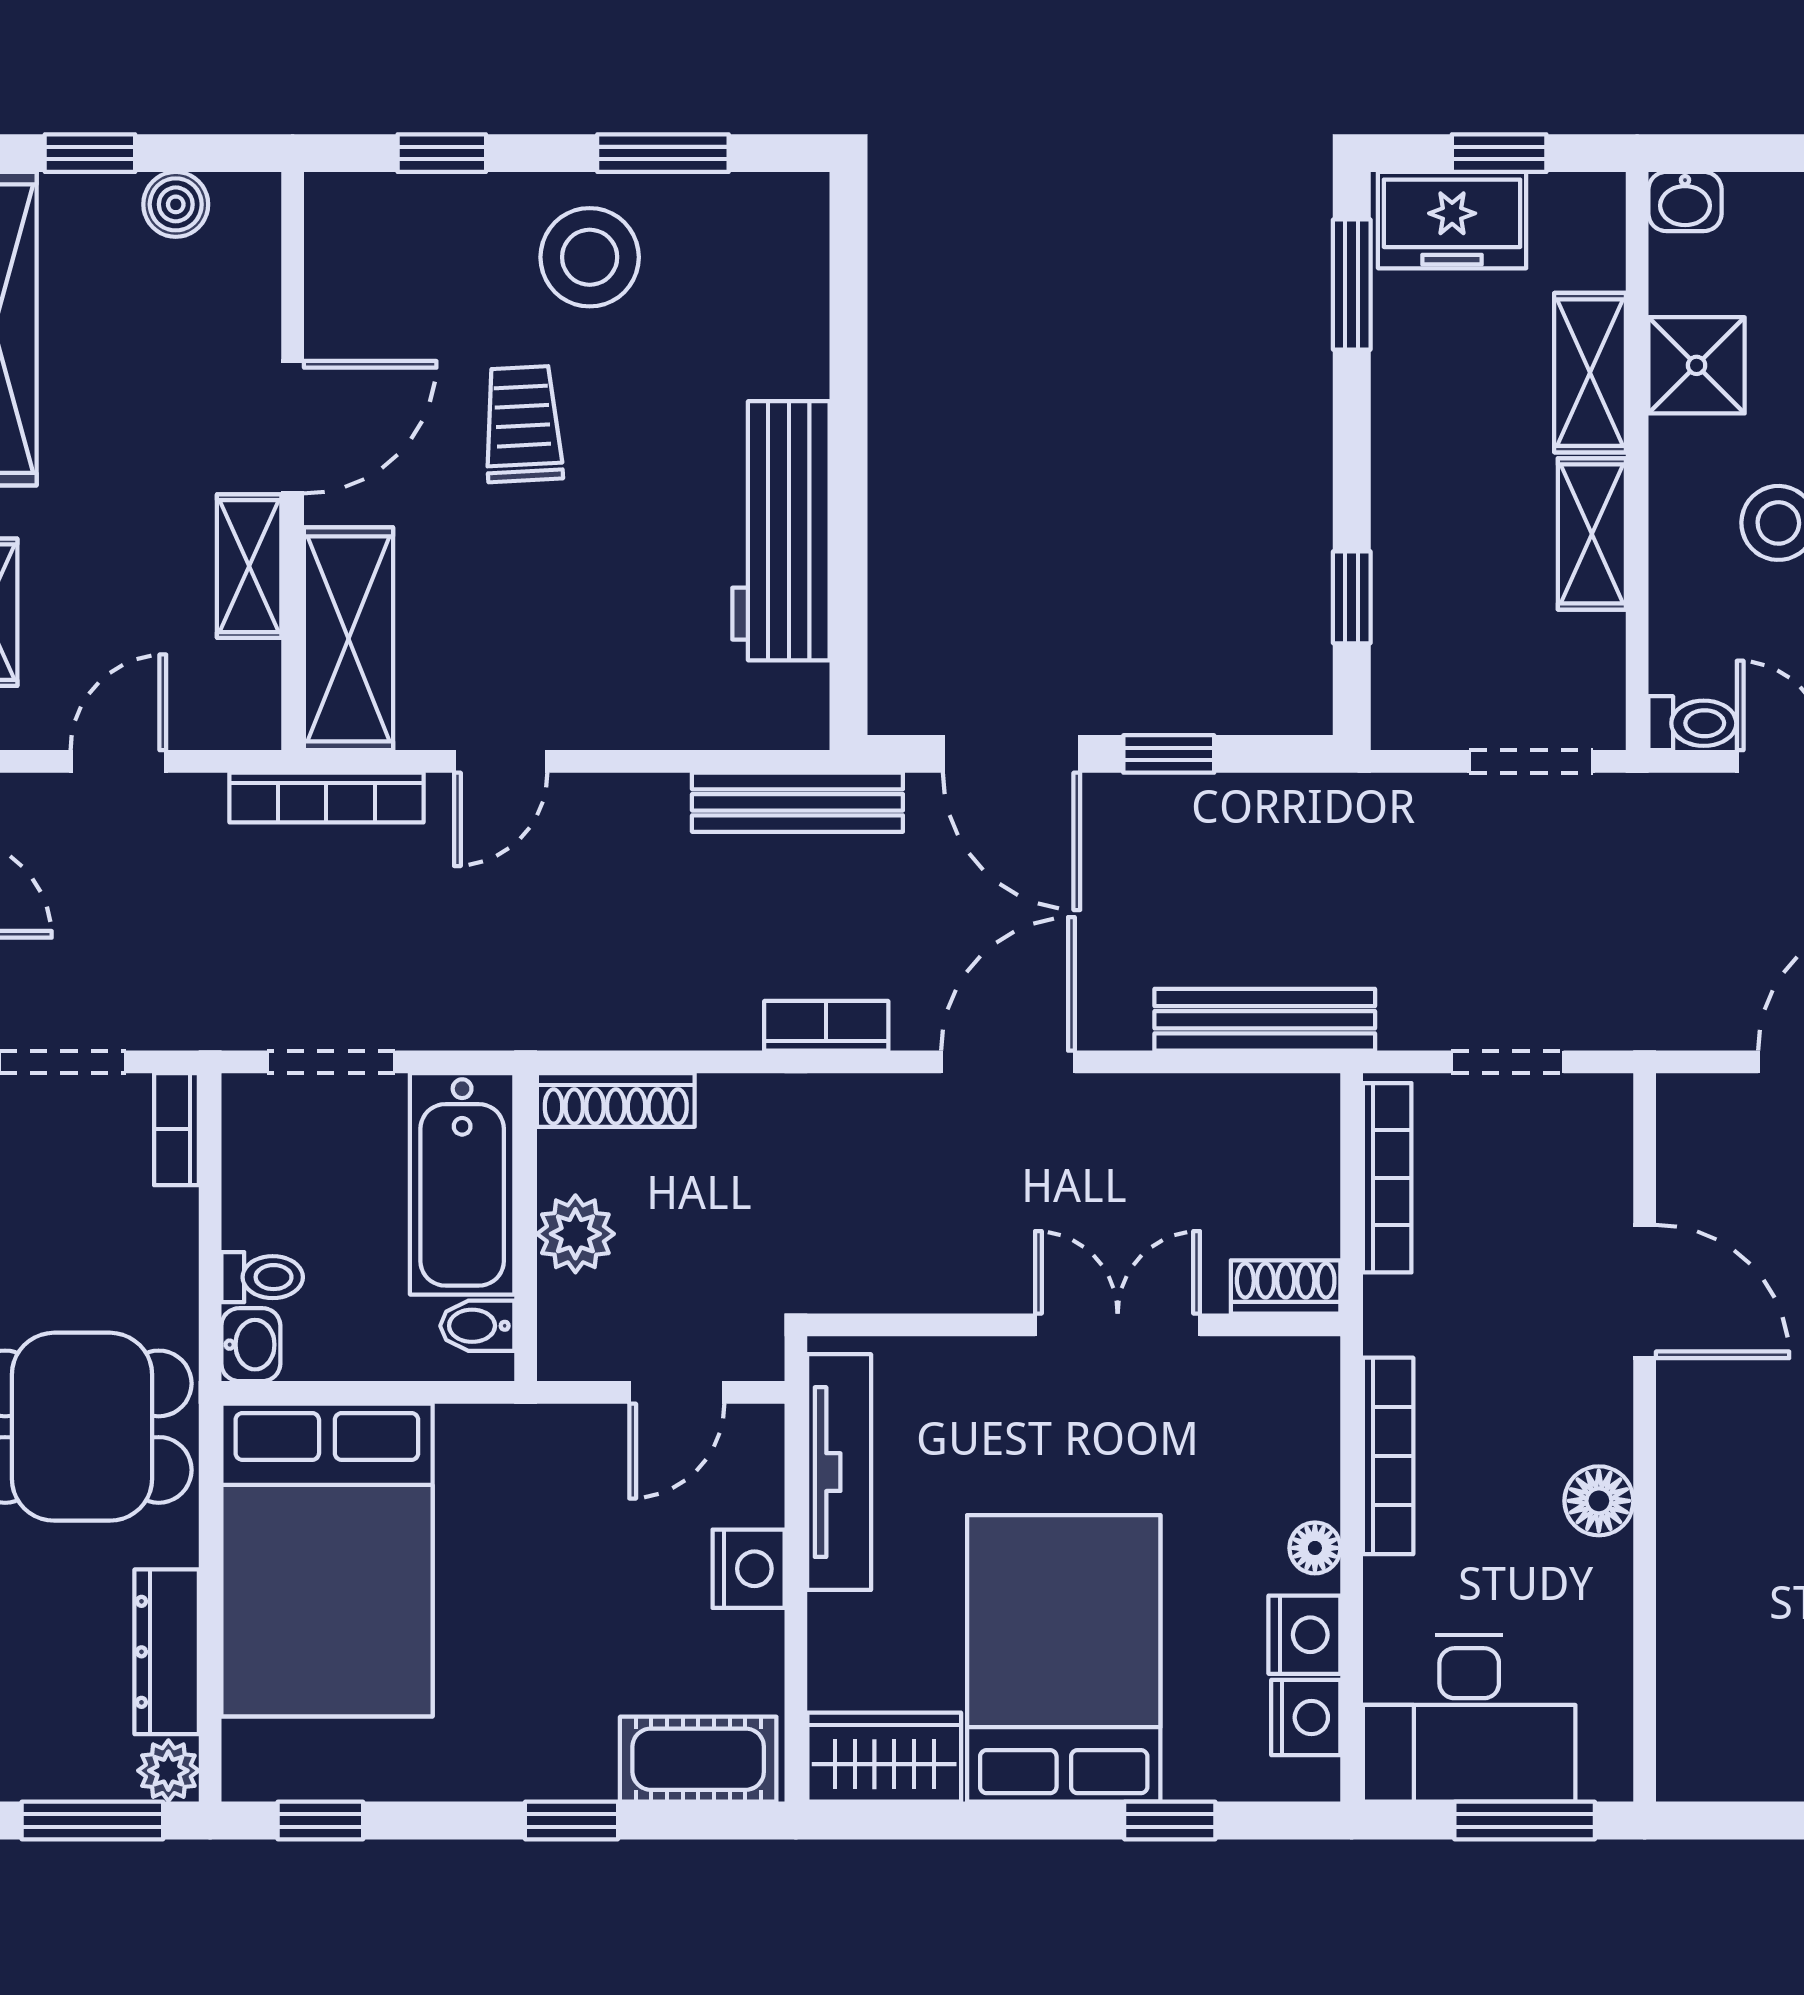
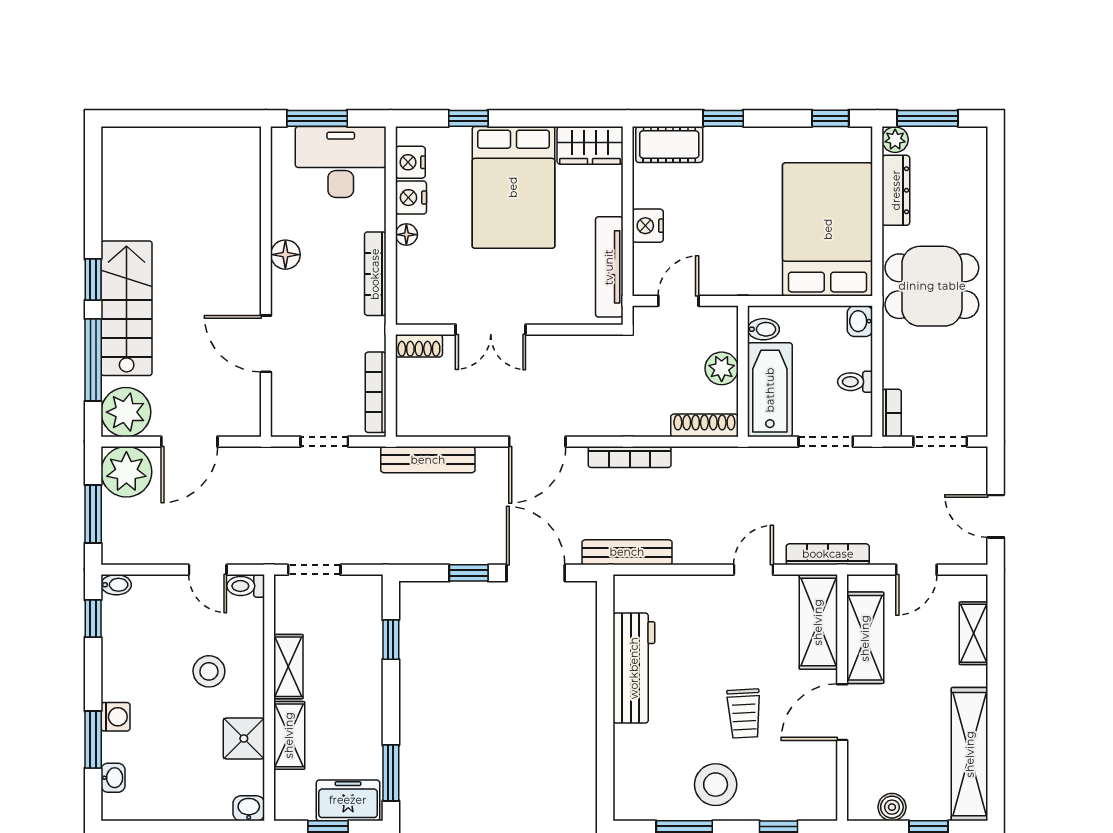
shelving: (249, 566) -> (865, 638), width x1.50, depth x1.33
bookcase: (826, 1026) -> (630, 457), width x1.56
toilet: (262, 1277) -> (855, 382), moved

